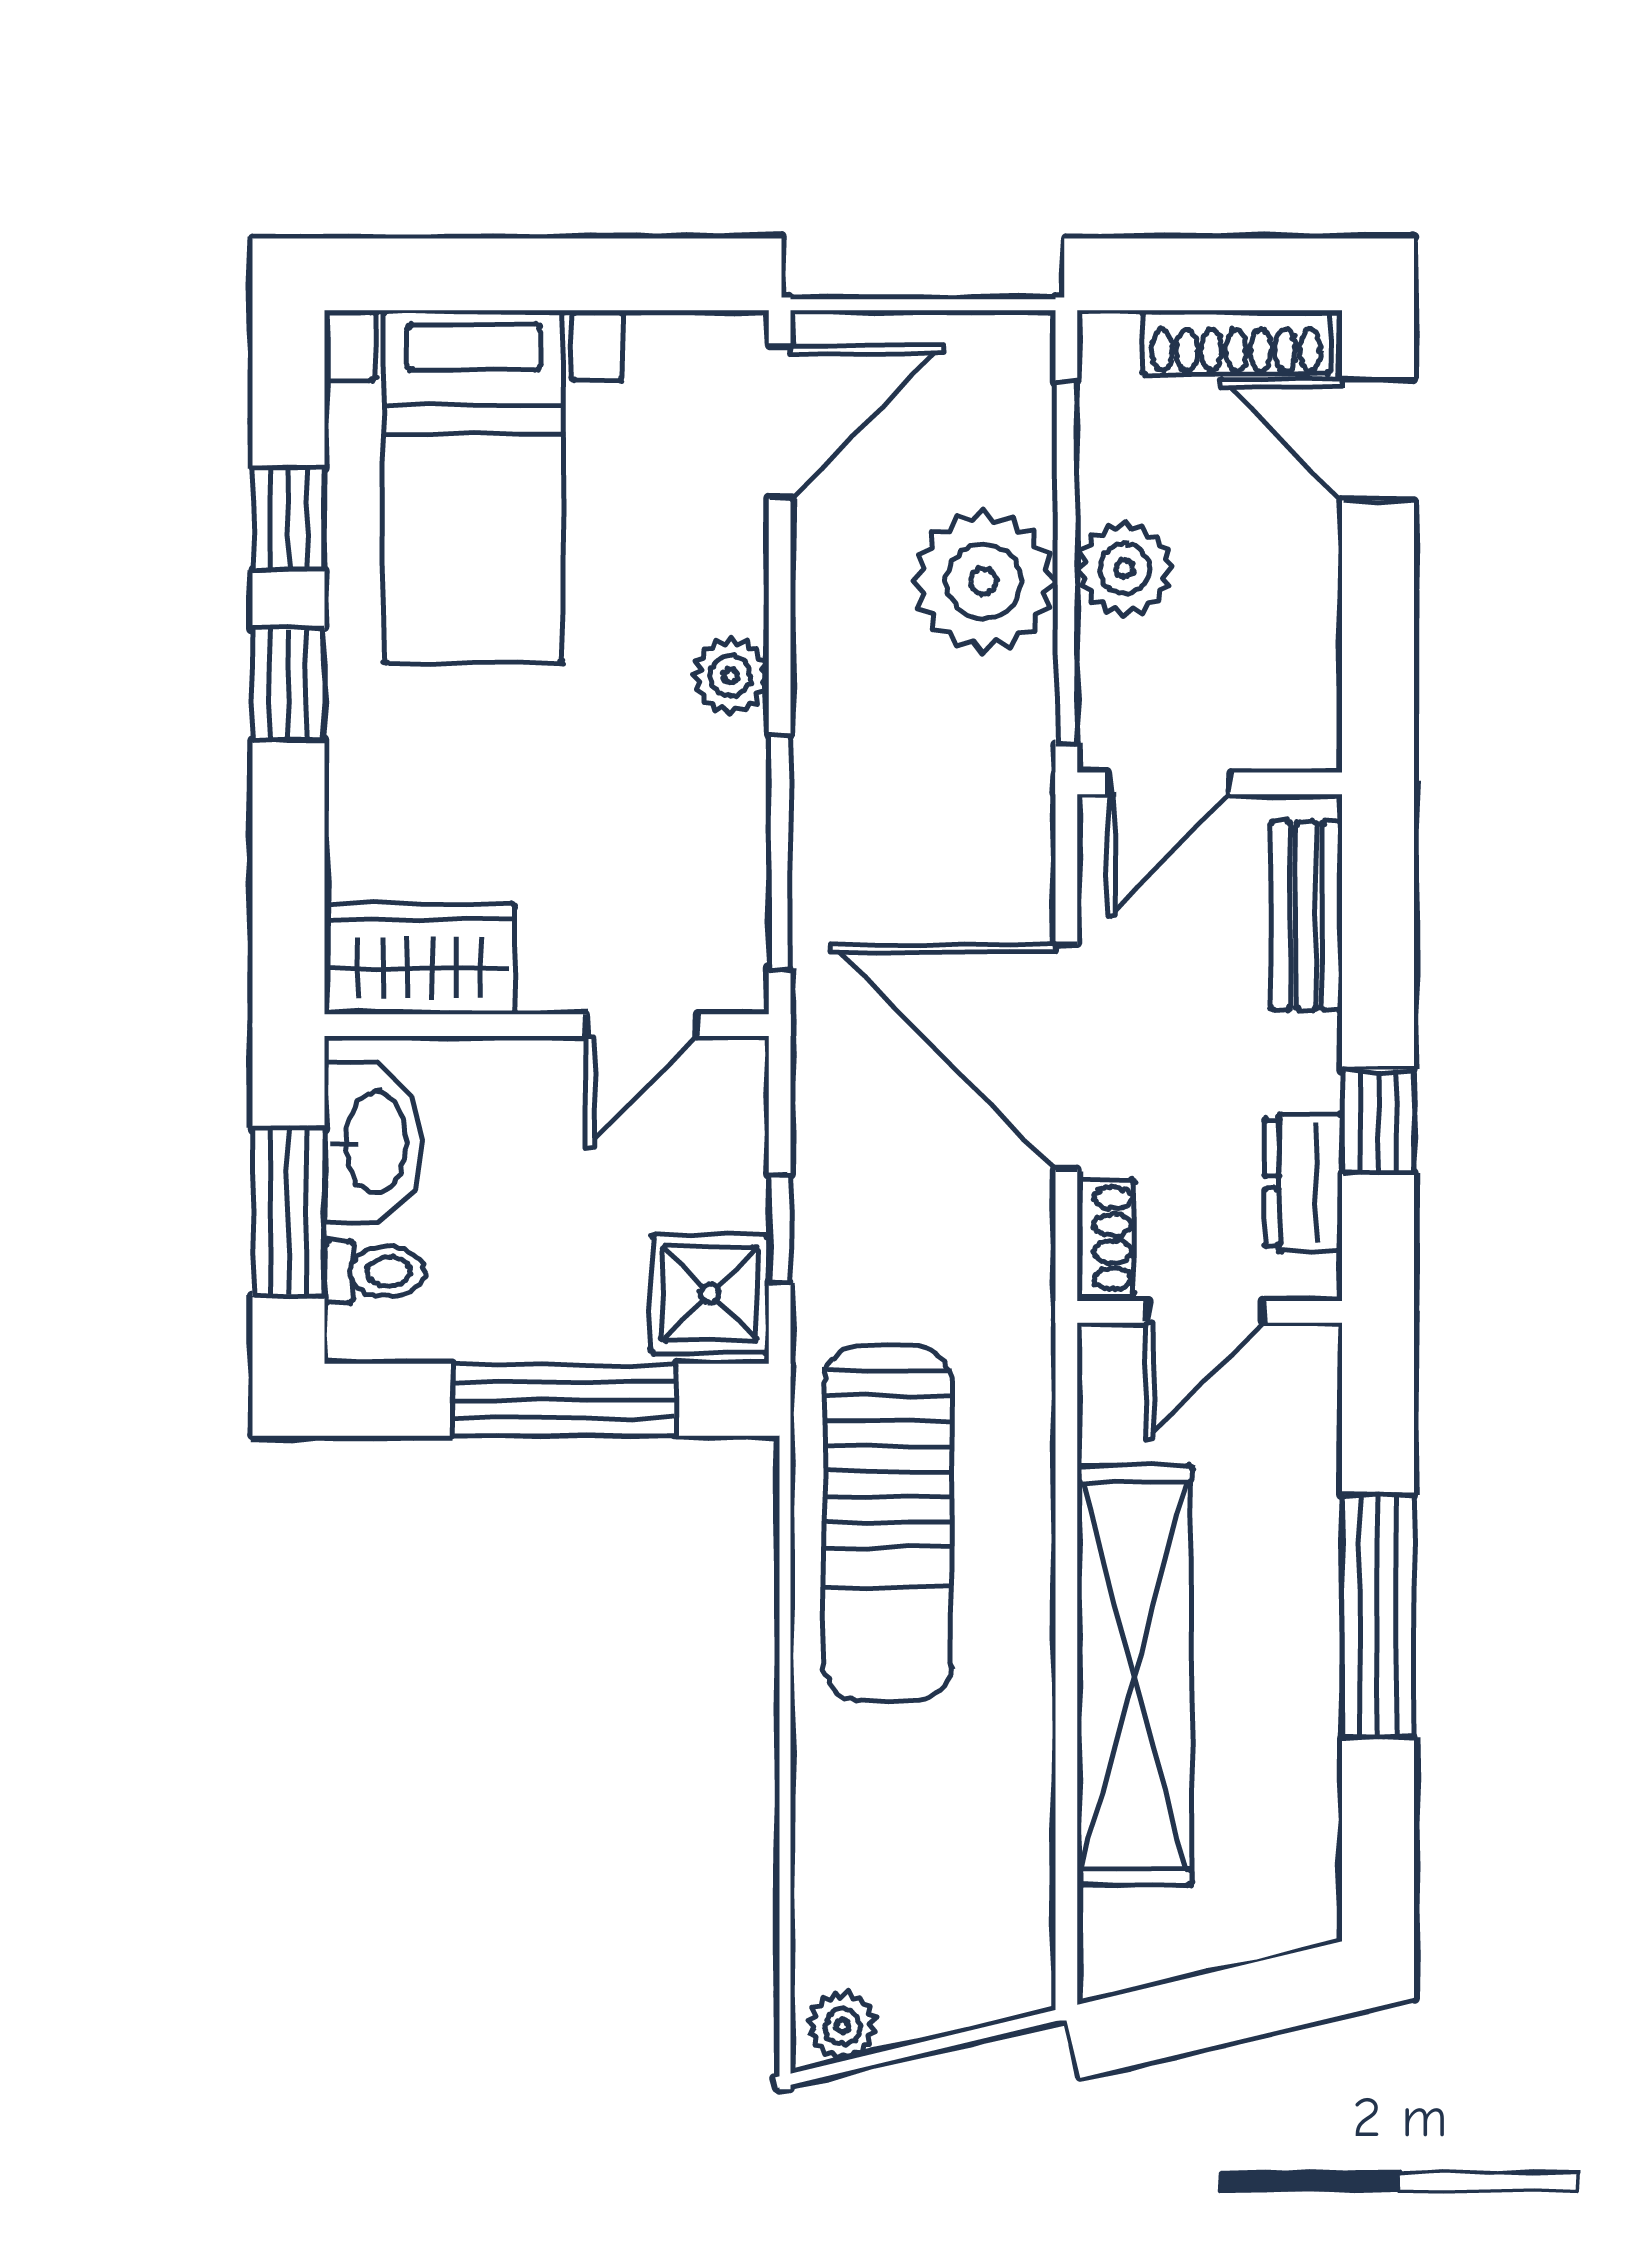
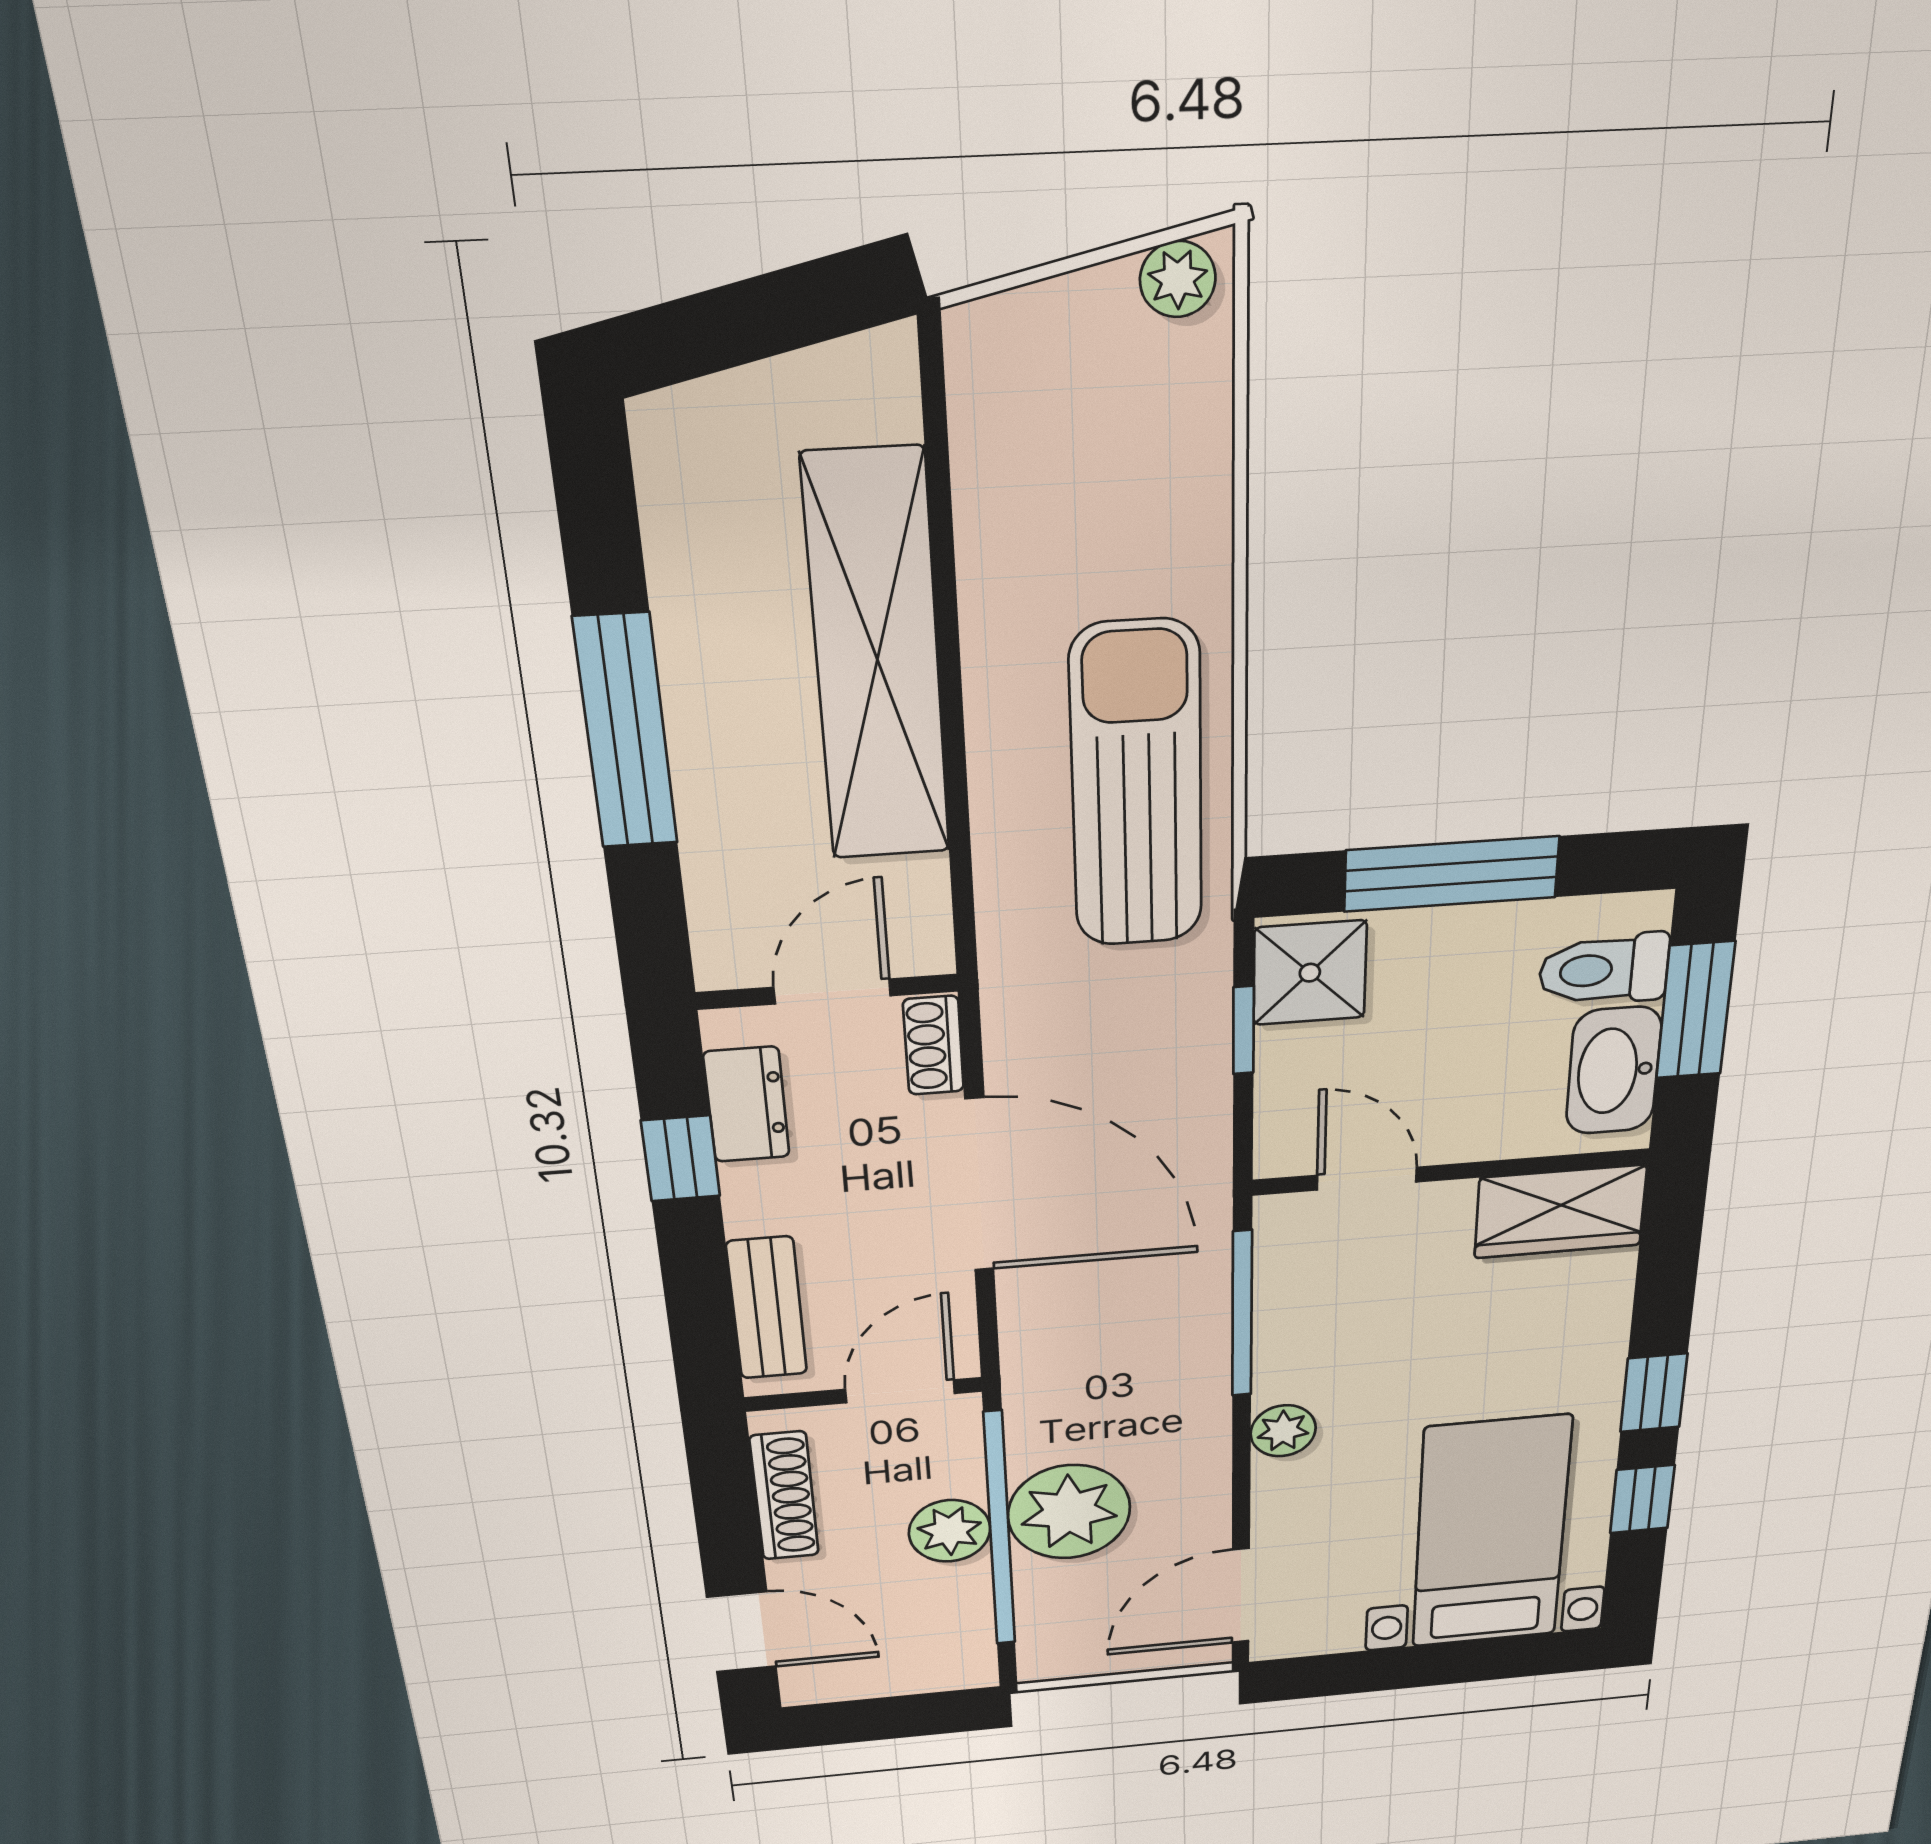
shoe rack: (1236, 342) -> (784, 1496), moved, turned 90
door: (642, 1025) -> (1367, 1179), hinge flipped
toilet: (374, 1272) -> (1604, 970), width x1.37, depth x1.39

